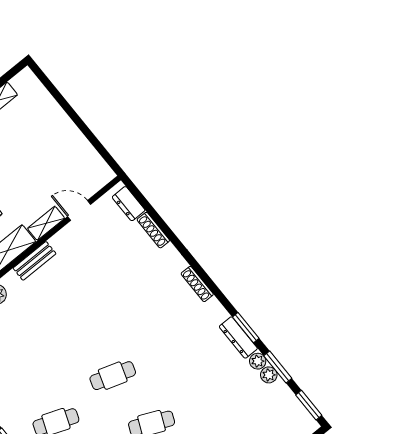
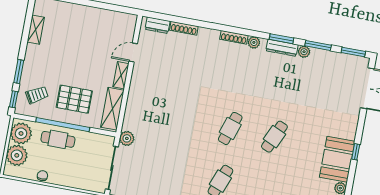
bench: (34, 261) -> (132, 102), removed
plant: (269, 375) -> (254, 42), moved

